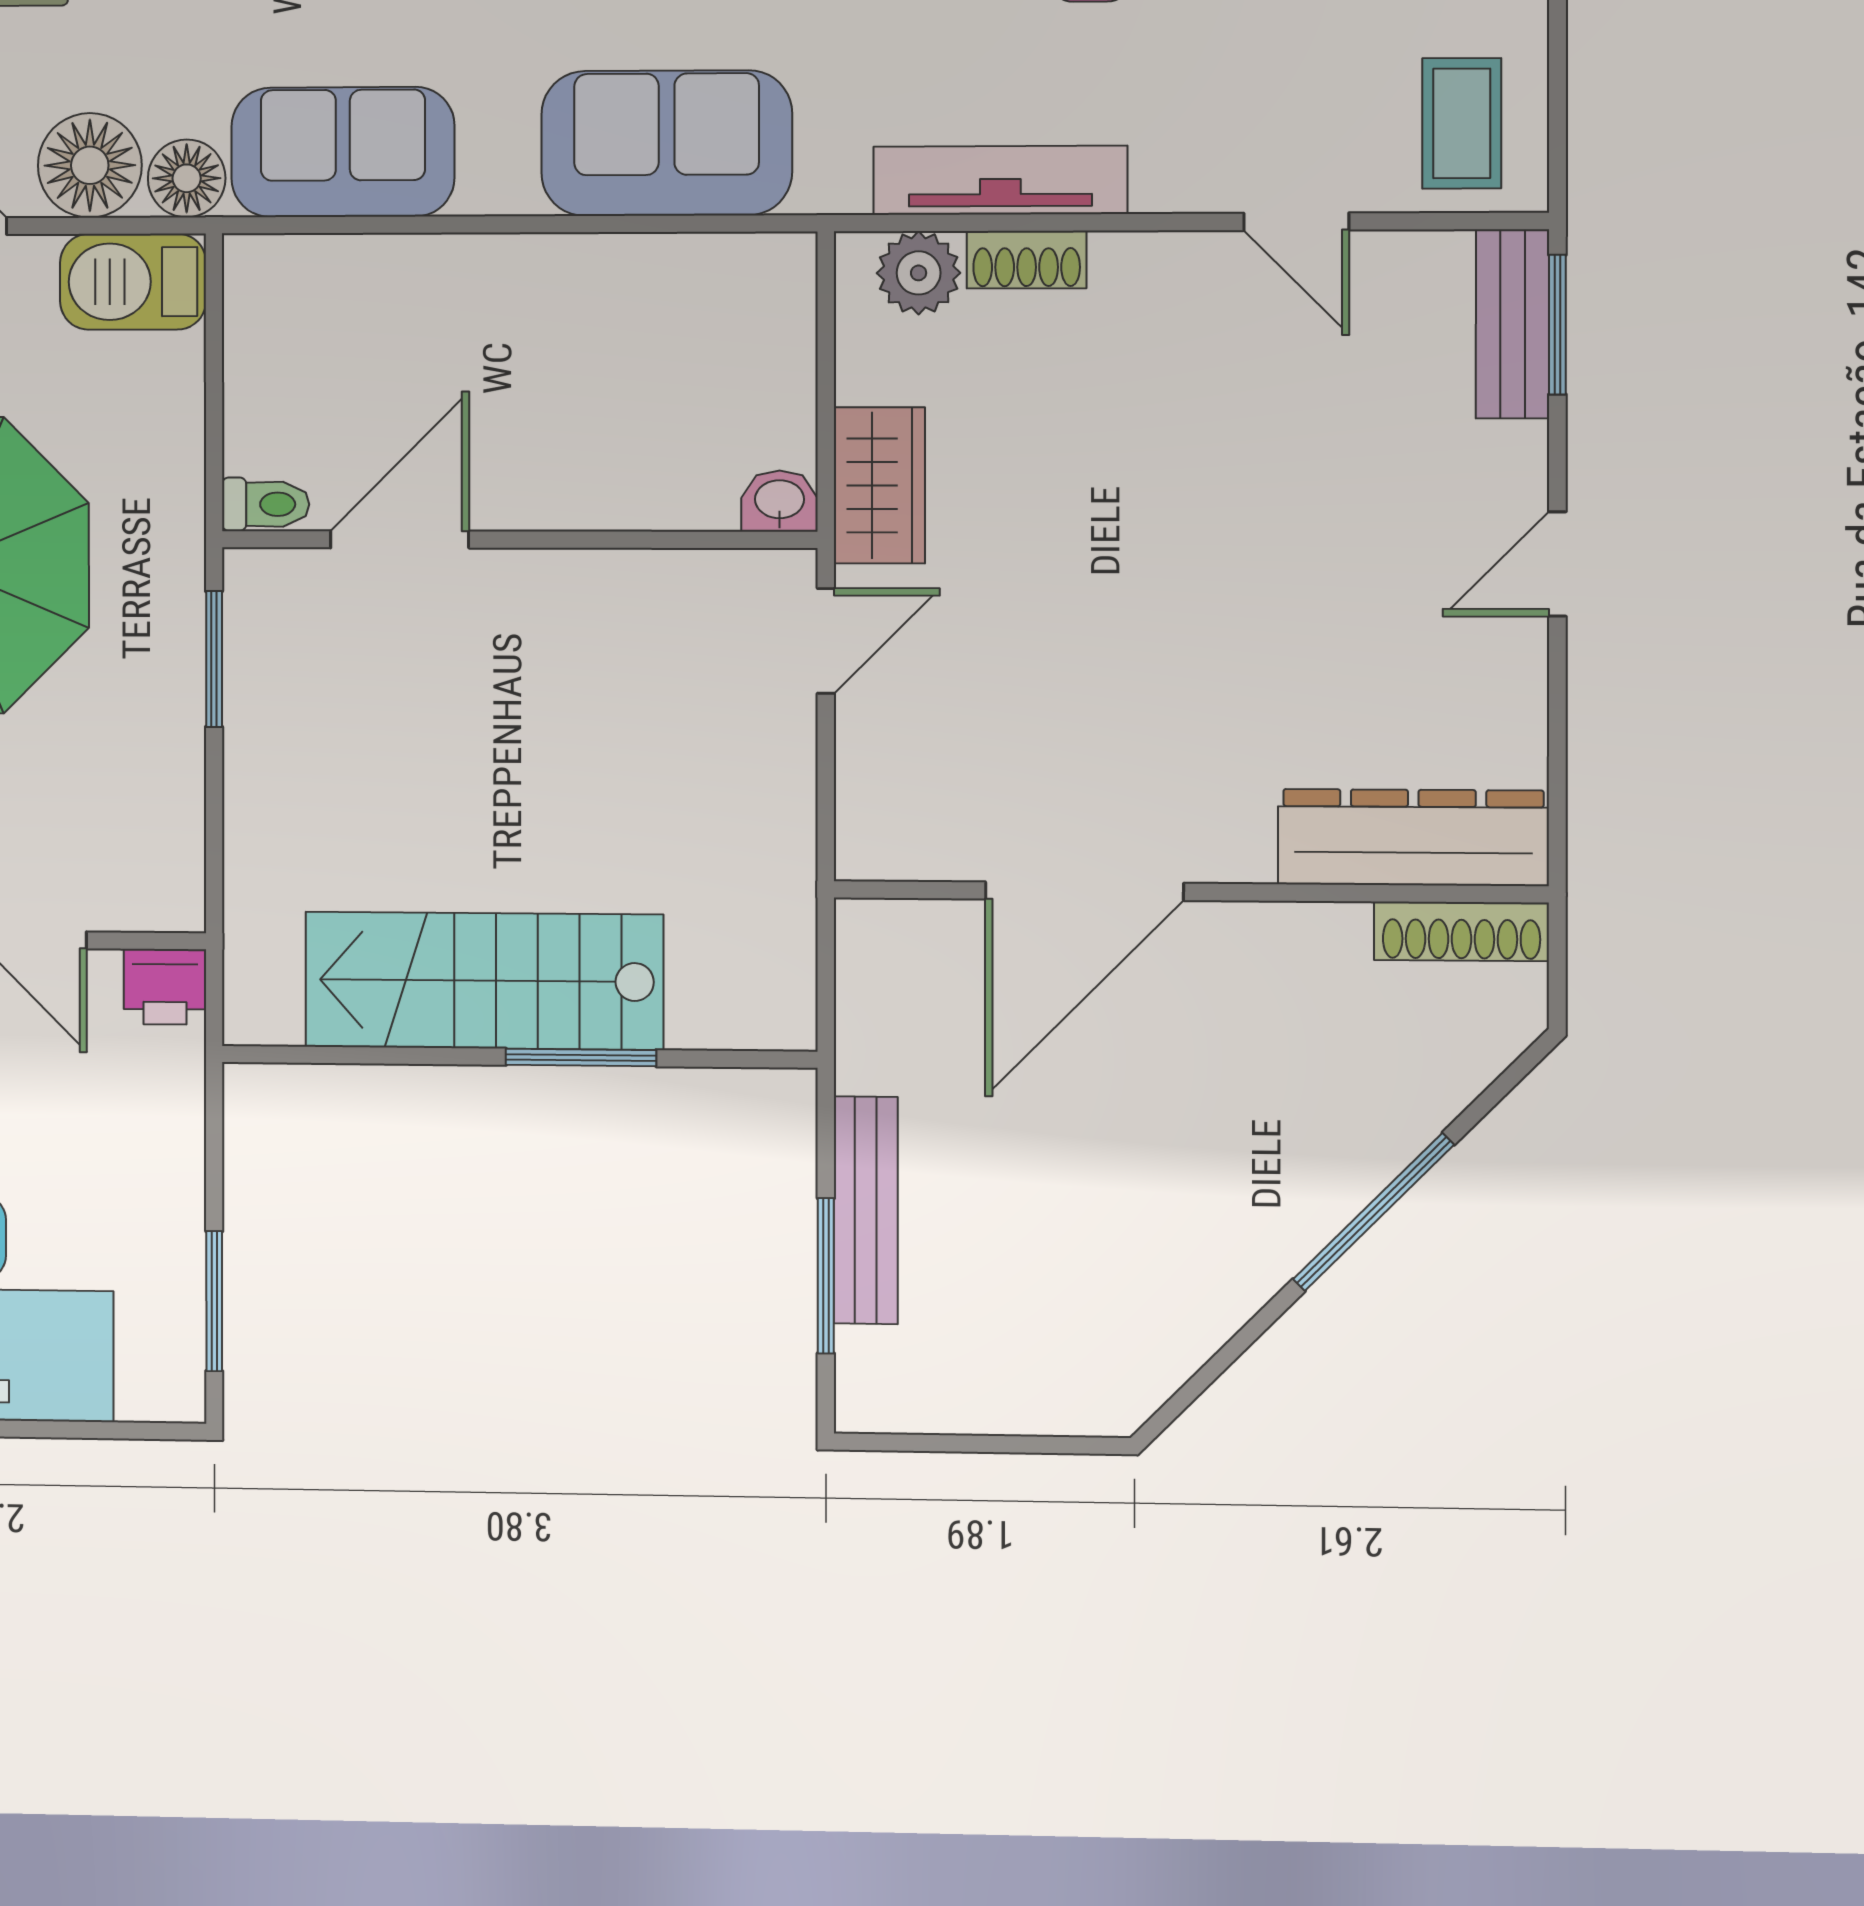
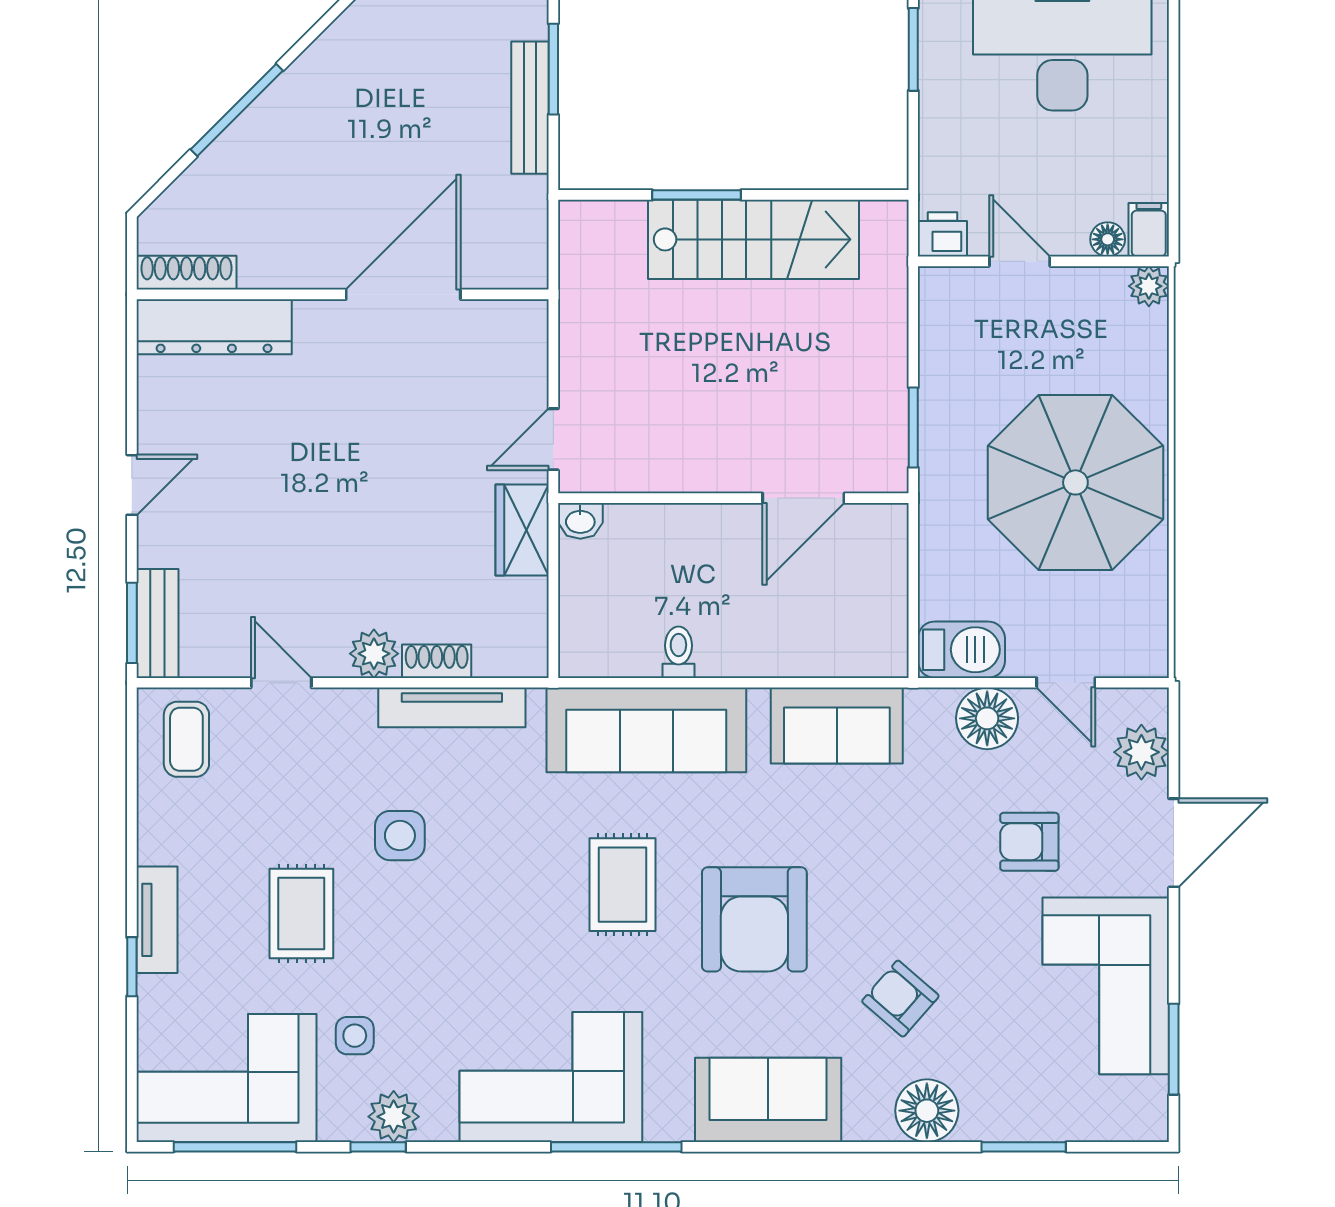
sofa: (667, 143) -> (646, 730), width x1.36
floor lamp: (187, 178) -> (929, 710), removed
plant: (919, 273) -> (374, 654), moved
toilet: (265, 504) -> (678, 652), moved, turned 90

